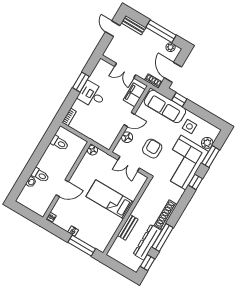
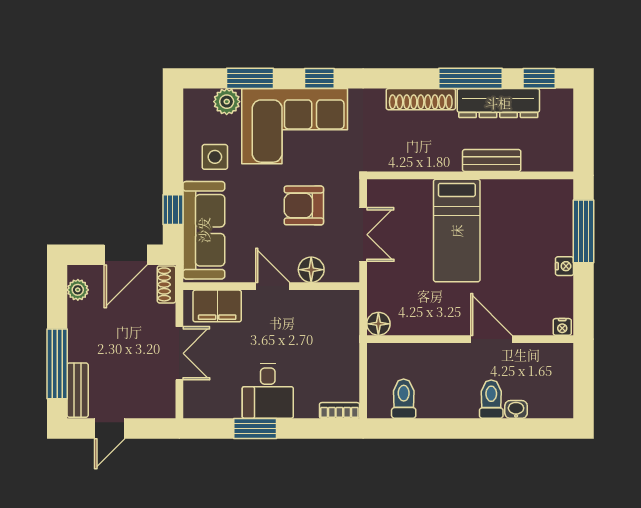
window: (161, 31) -> (57, 364), moved

